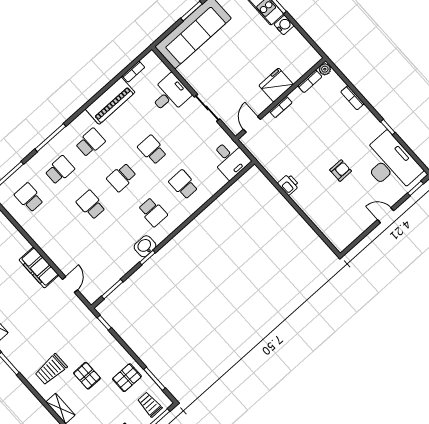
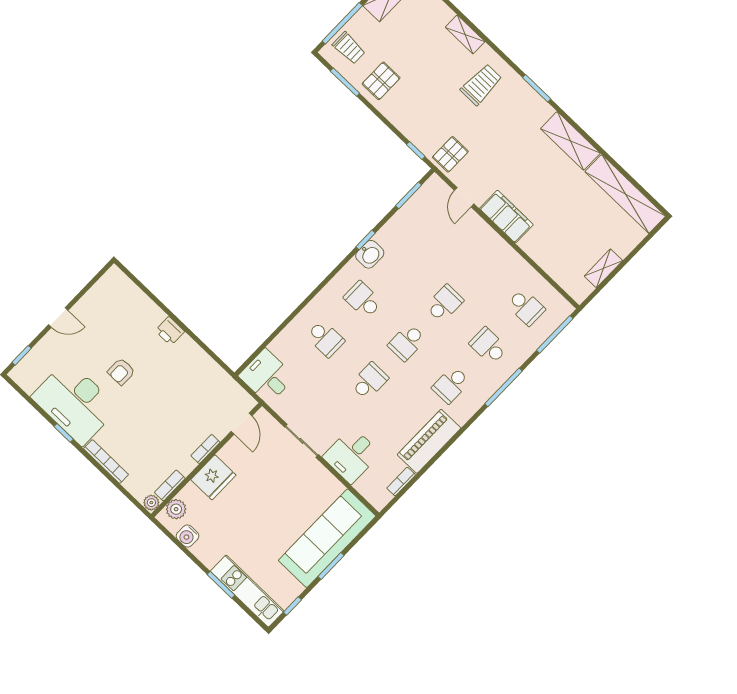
water cooler: (284, 25) -> (188, 536), moved
plant: (306, 63) -> (176, 509), added
bookcase: (352, 98) -> (106, 462), width x1.56
school desk: (152, 150) -> (369, 381), turned -90
desk: (390, 164) -> (75, 403), moved
school desk: (60, 170) -> (488, 346), turned 90
school desk: (122, 177) -> (407, 342), turned 180
printer: (289, 184) -> (170, 331), moved
school desk: (91, 205) -> (444, 303), turned -90
pallet: (87, 376) -> (450, 154), moved, turned 90

